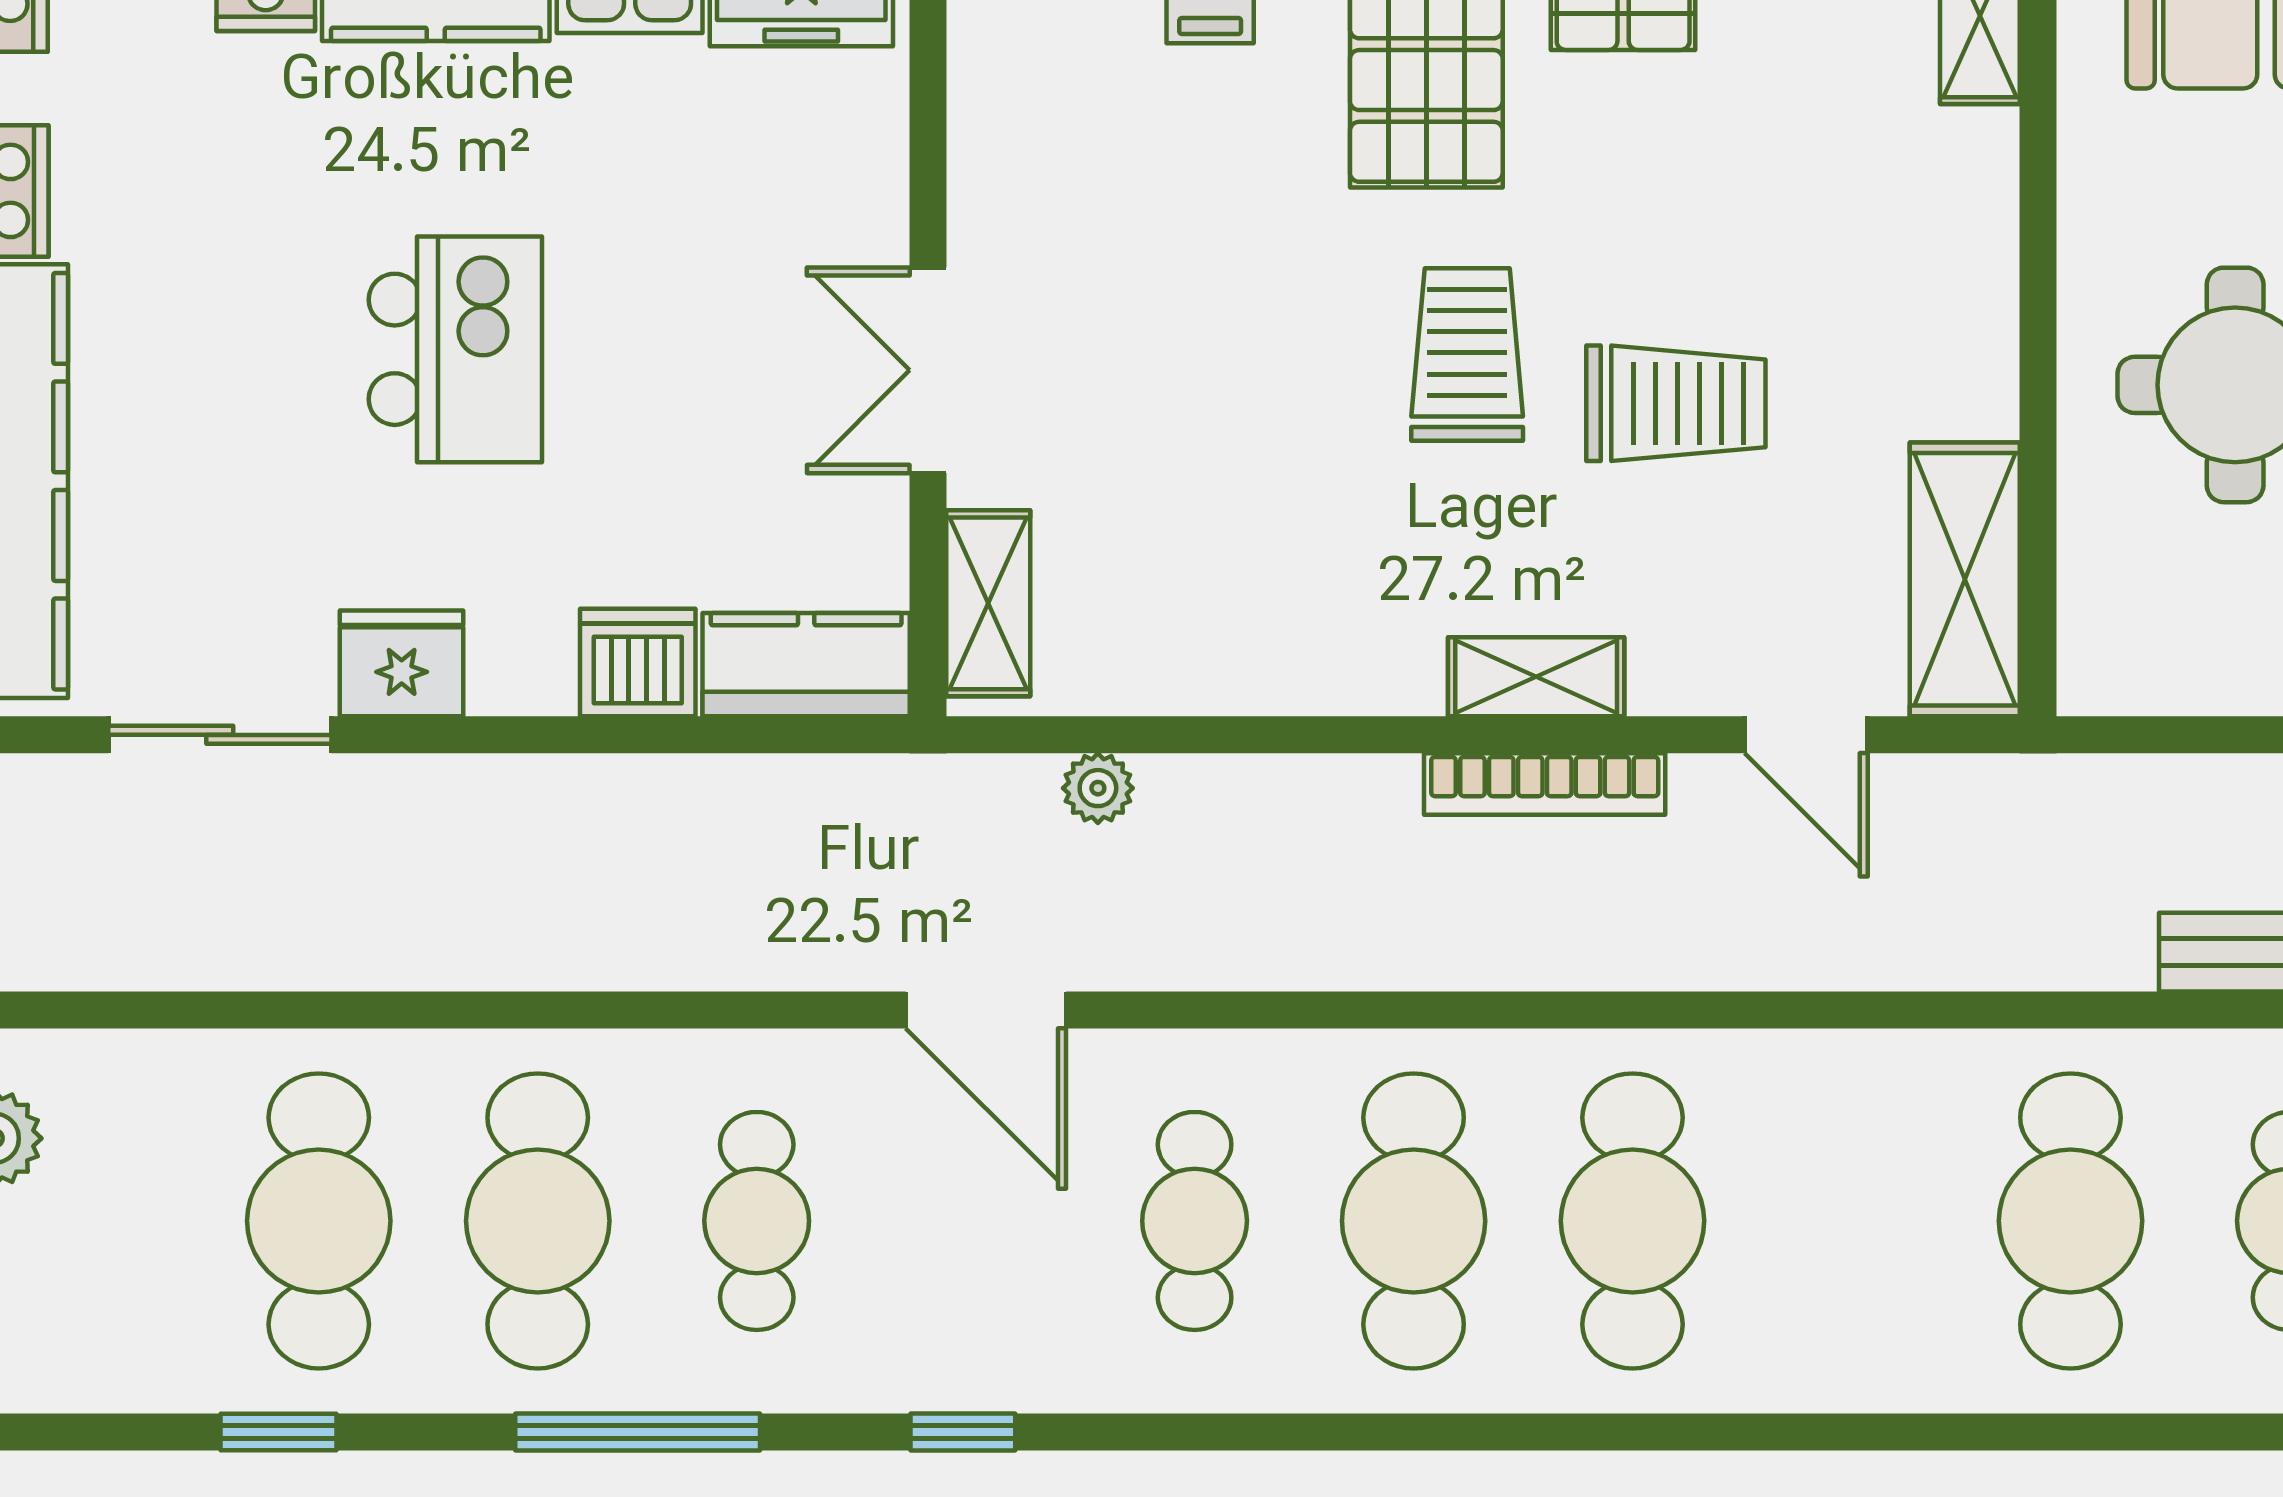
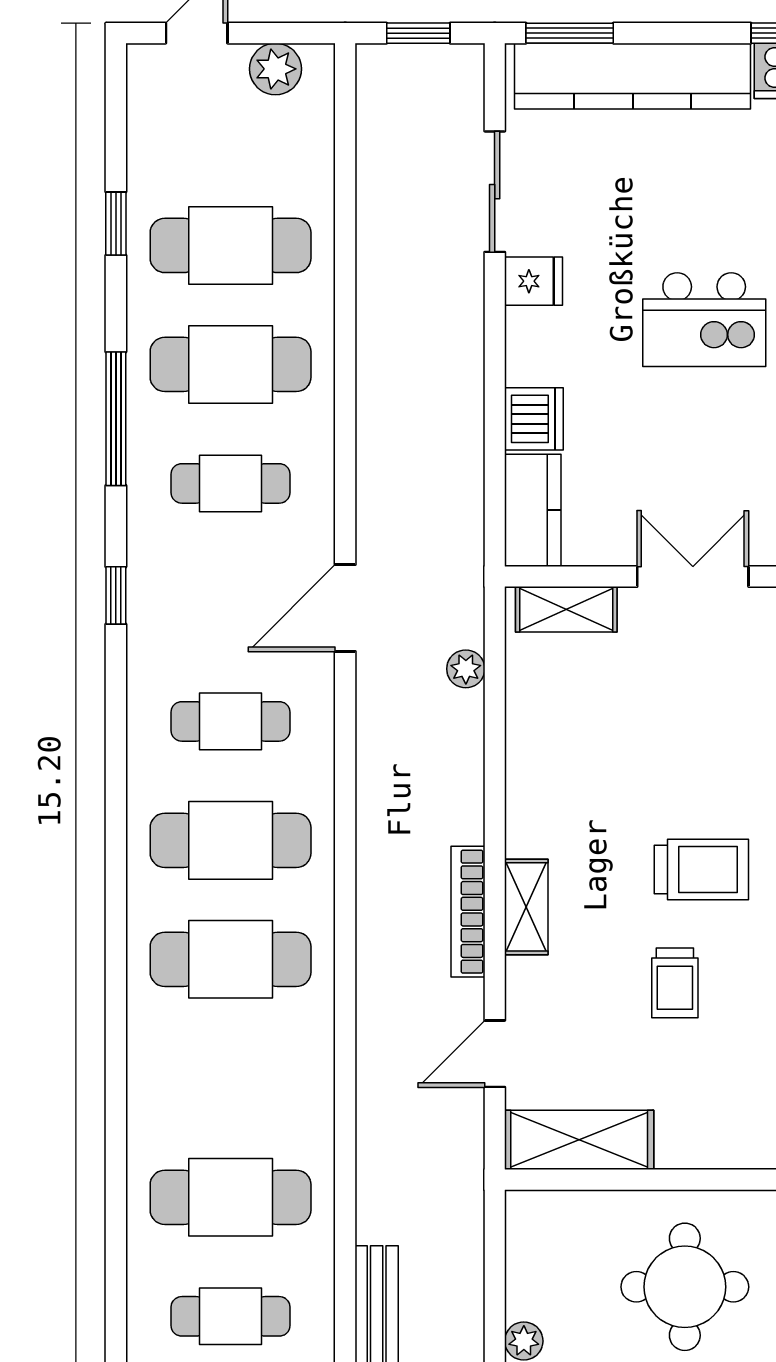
trolley: (1676, 403) -> (675, 983), width x0.73, depth x0.72
fridge: (402, 663) -> (534, 281), width x0.72

